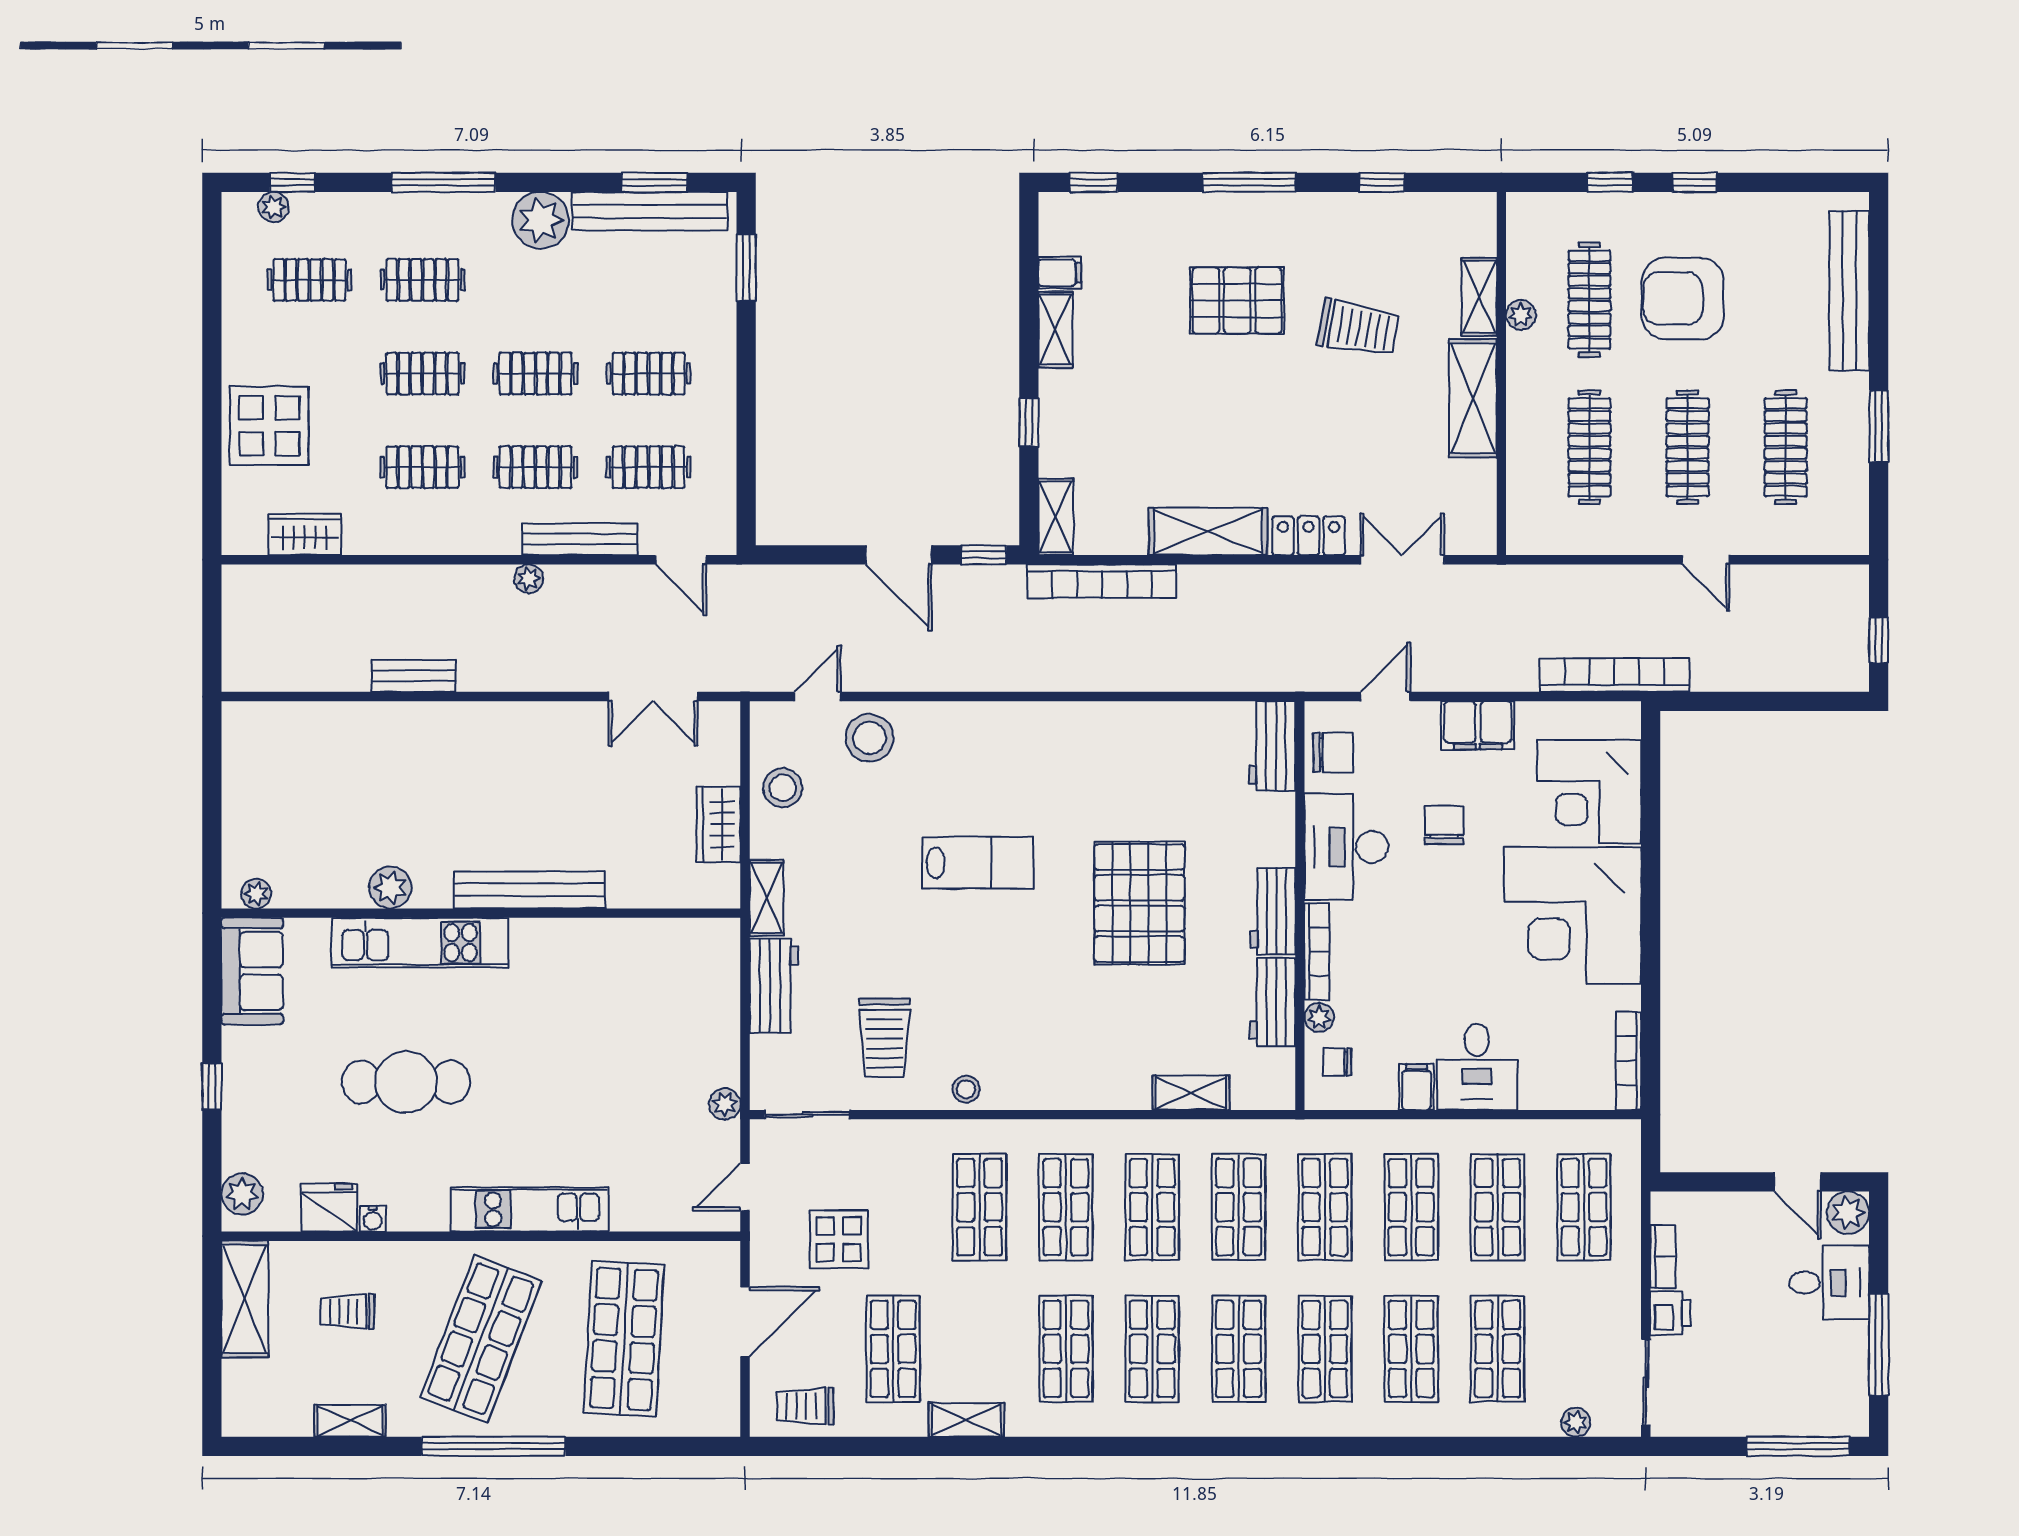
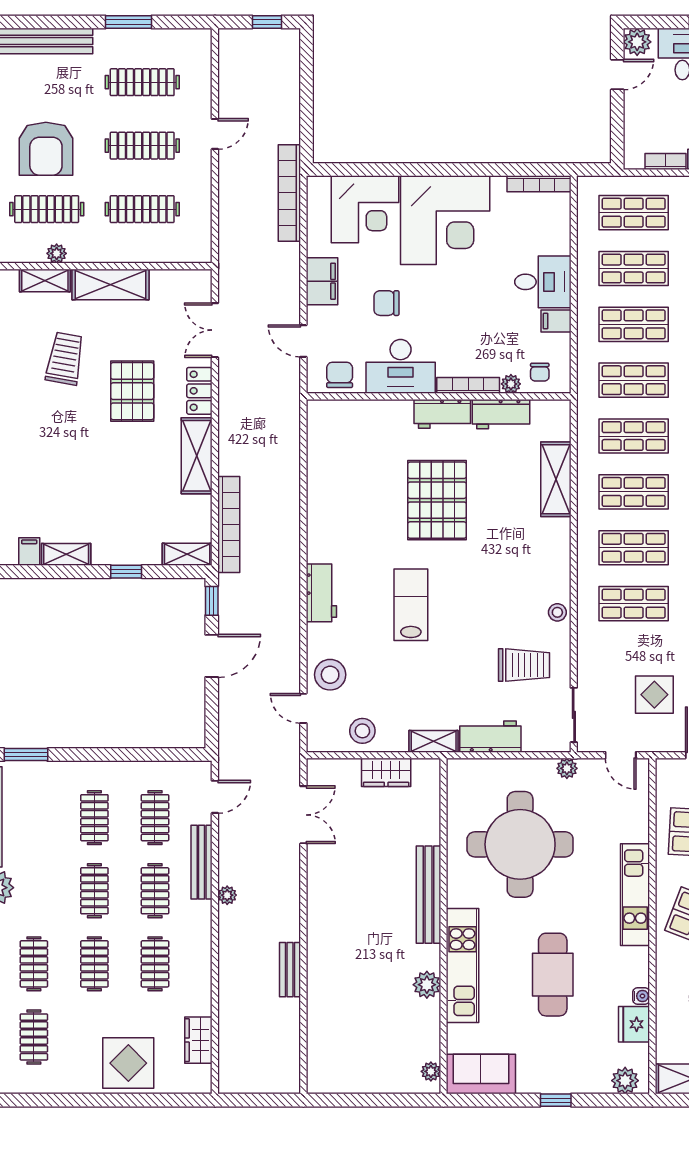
pallet: (1237, 300) -> (132, 391), moved
workbench: (1272, 746) -> (321, 593), moved, turned -90
pallet: (1139, 903) -> (437, 500), turned 90
round table: (607, 1032) -> (520, 844), added
shelving: (1191, 1093) -> (556, 479), width x1.50, depth x1.33

